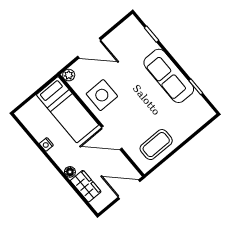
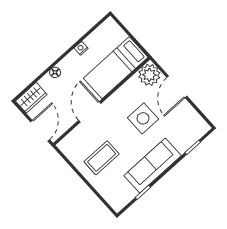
plant: (69, 75) -> (149, 75), width x1.88, depth x1.88
side table: (102, 95) -> (143, 118), moved
coffee table: (156, 145) -> (102, 158), moved, turned 90
wardrobe: (86, 186) -> (31, 98), moved

